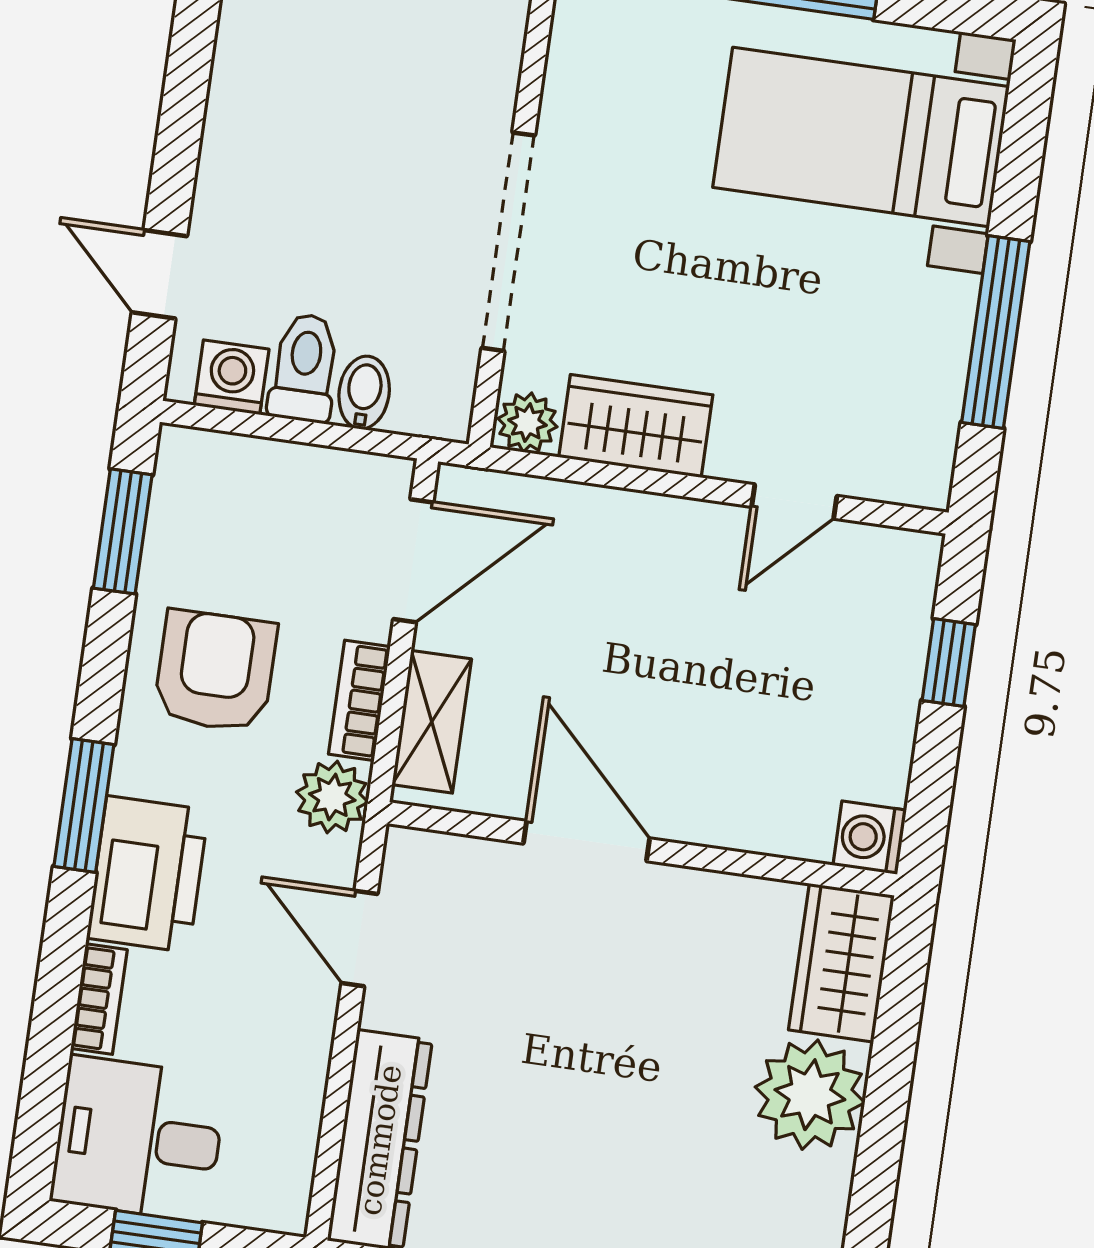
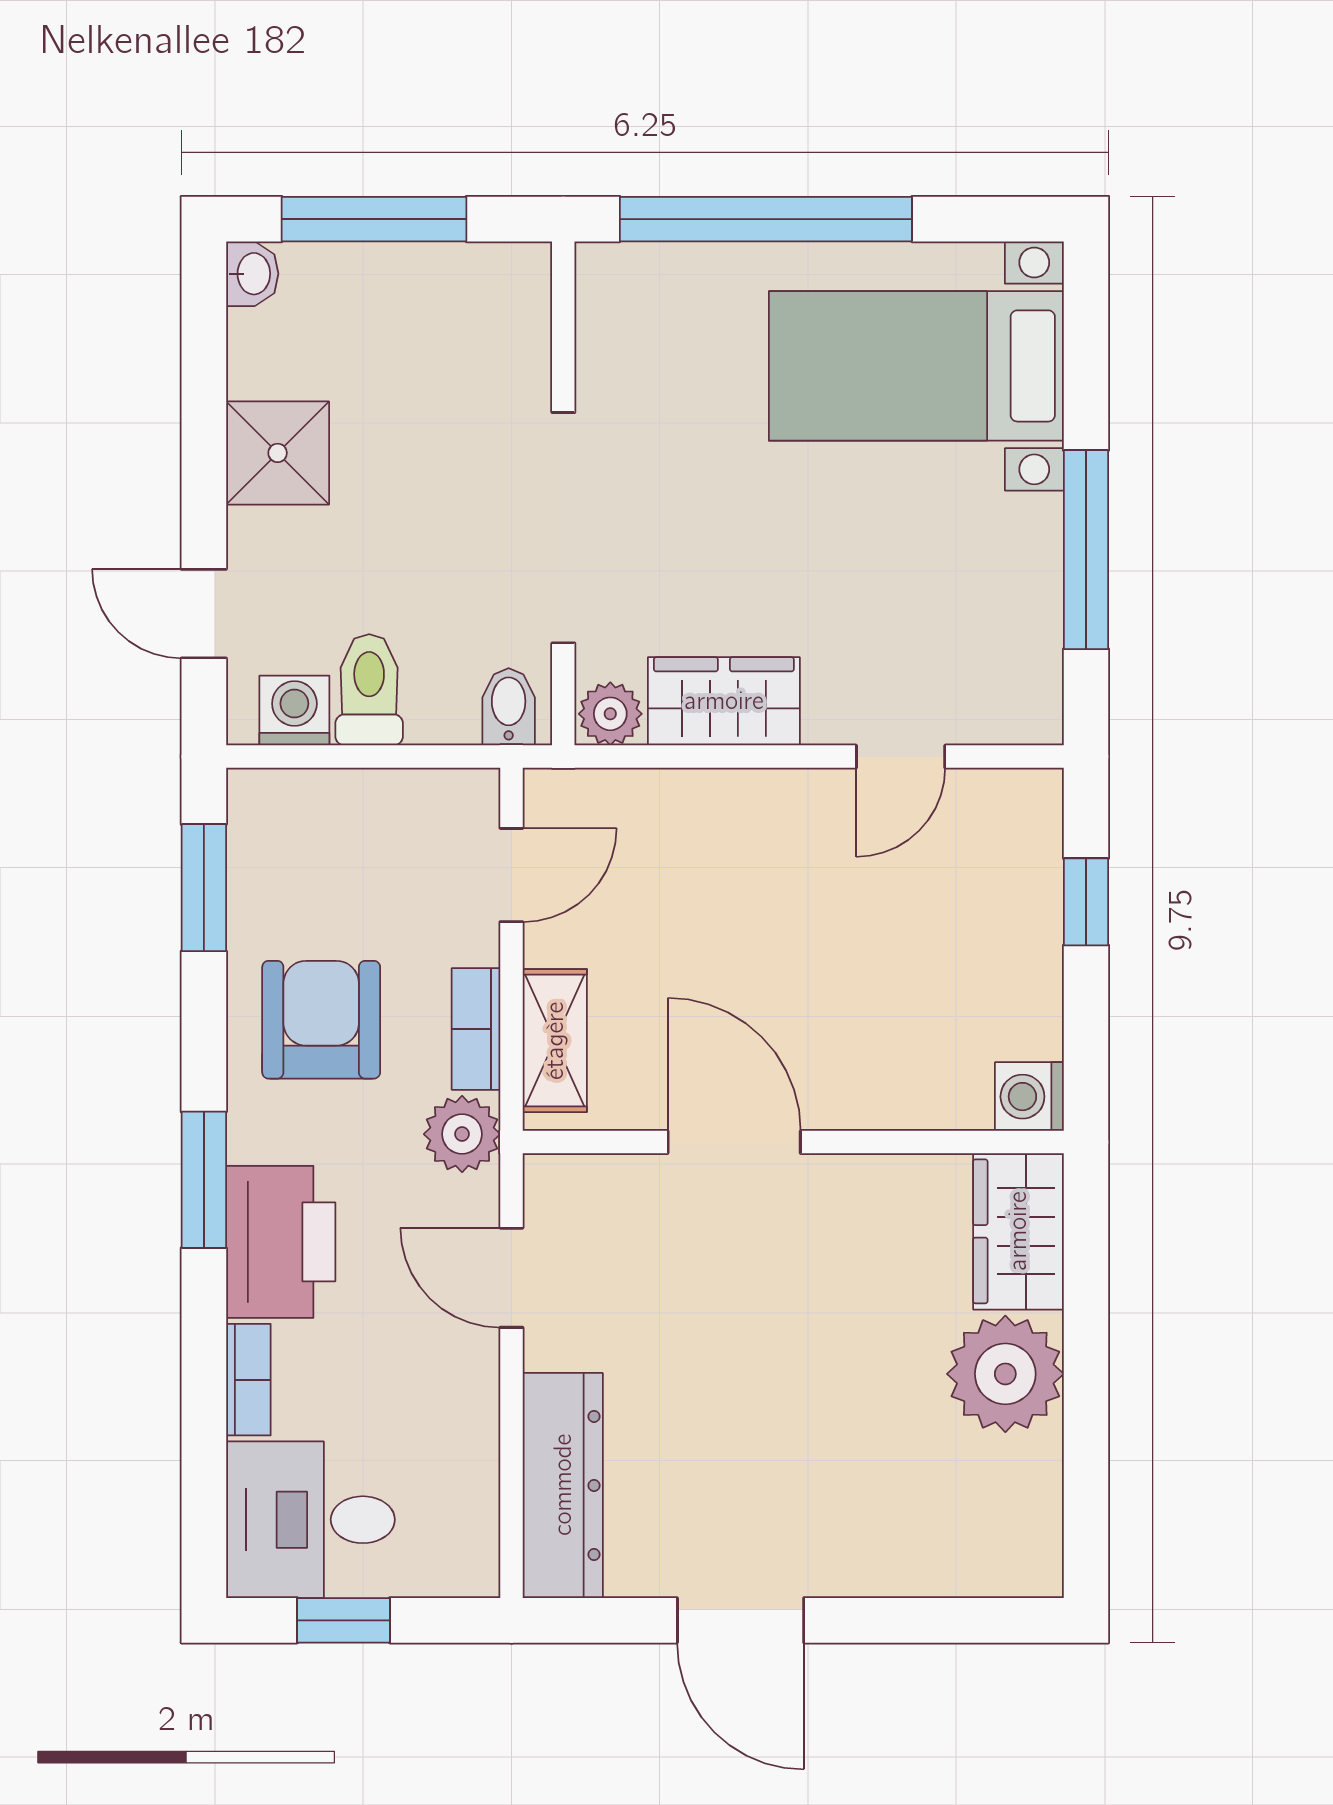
shower: (250, 133) -> (278, 453), added
bidet: (364, 393) -> (509, 707), moved
door: (413, 561) -> (511, 875), width x0.73

